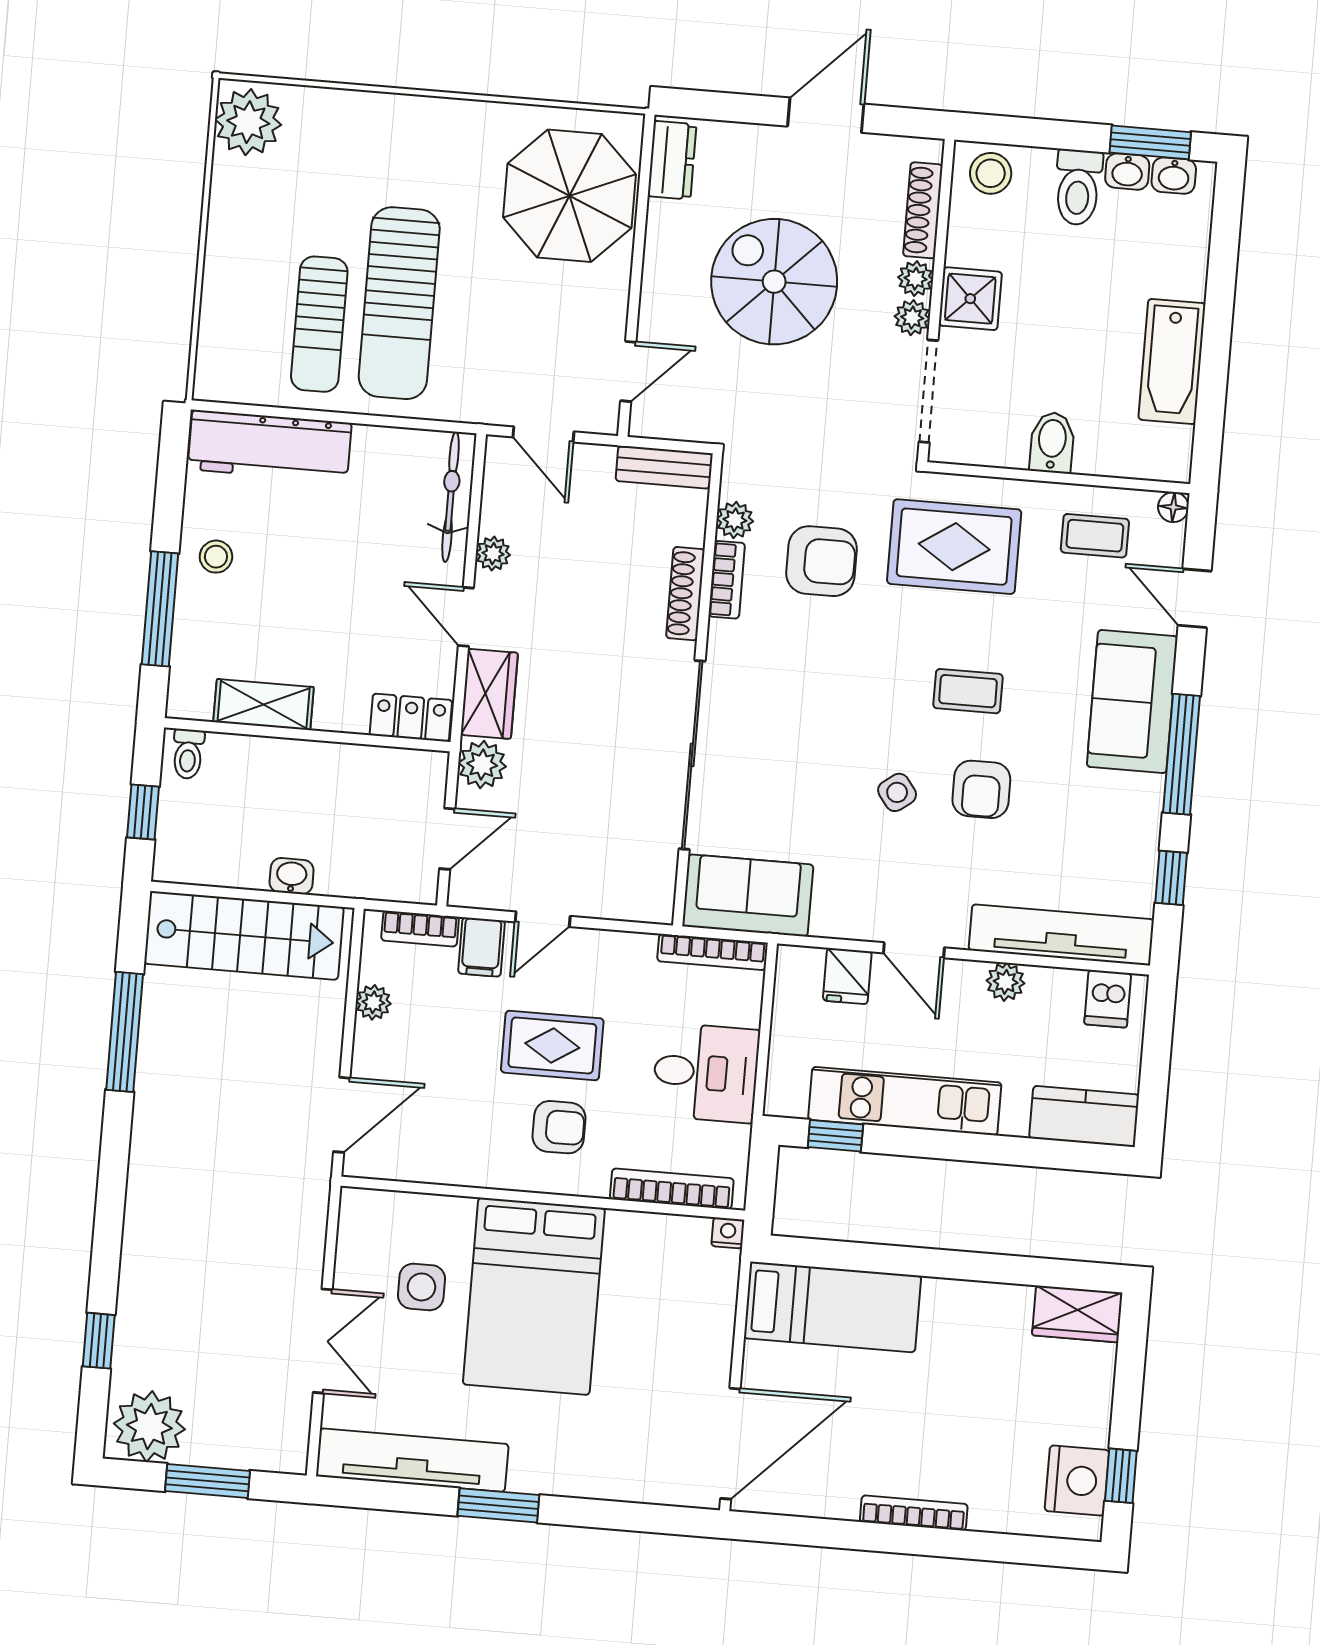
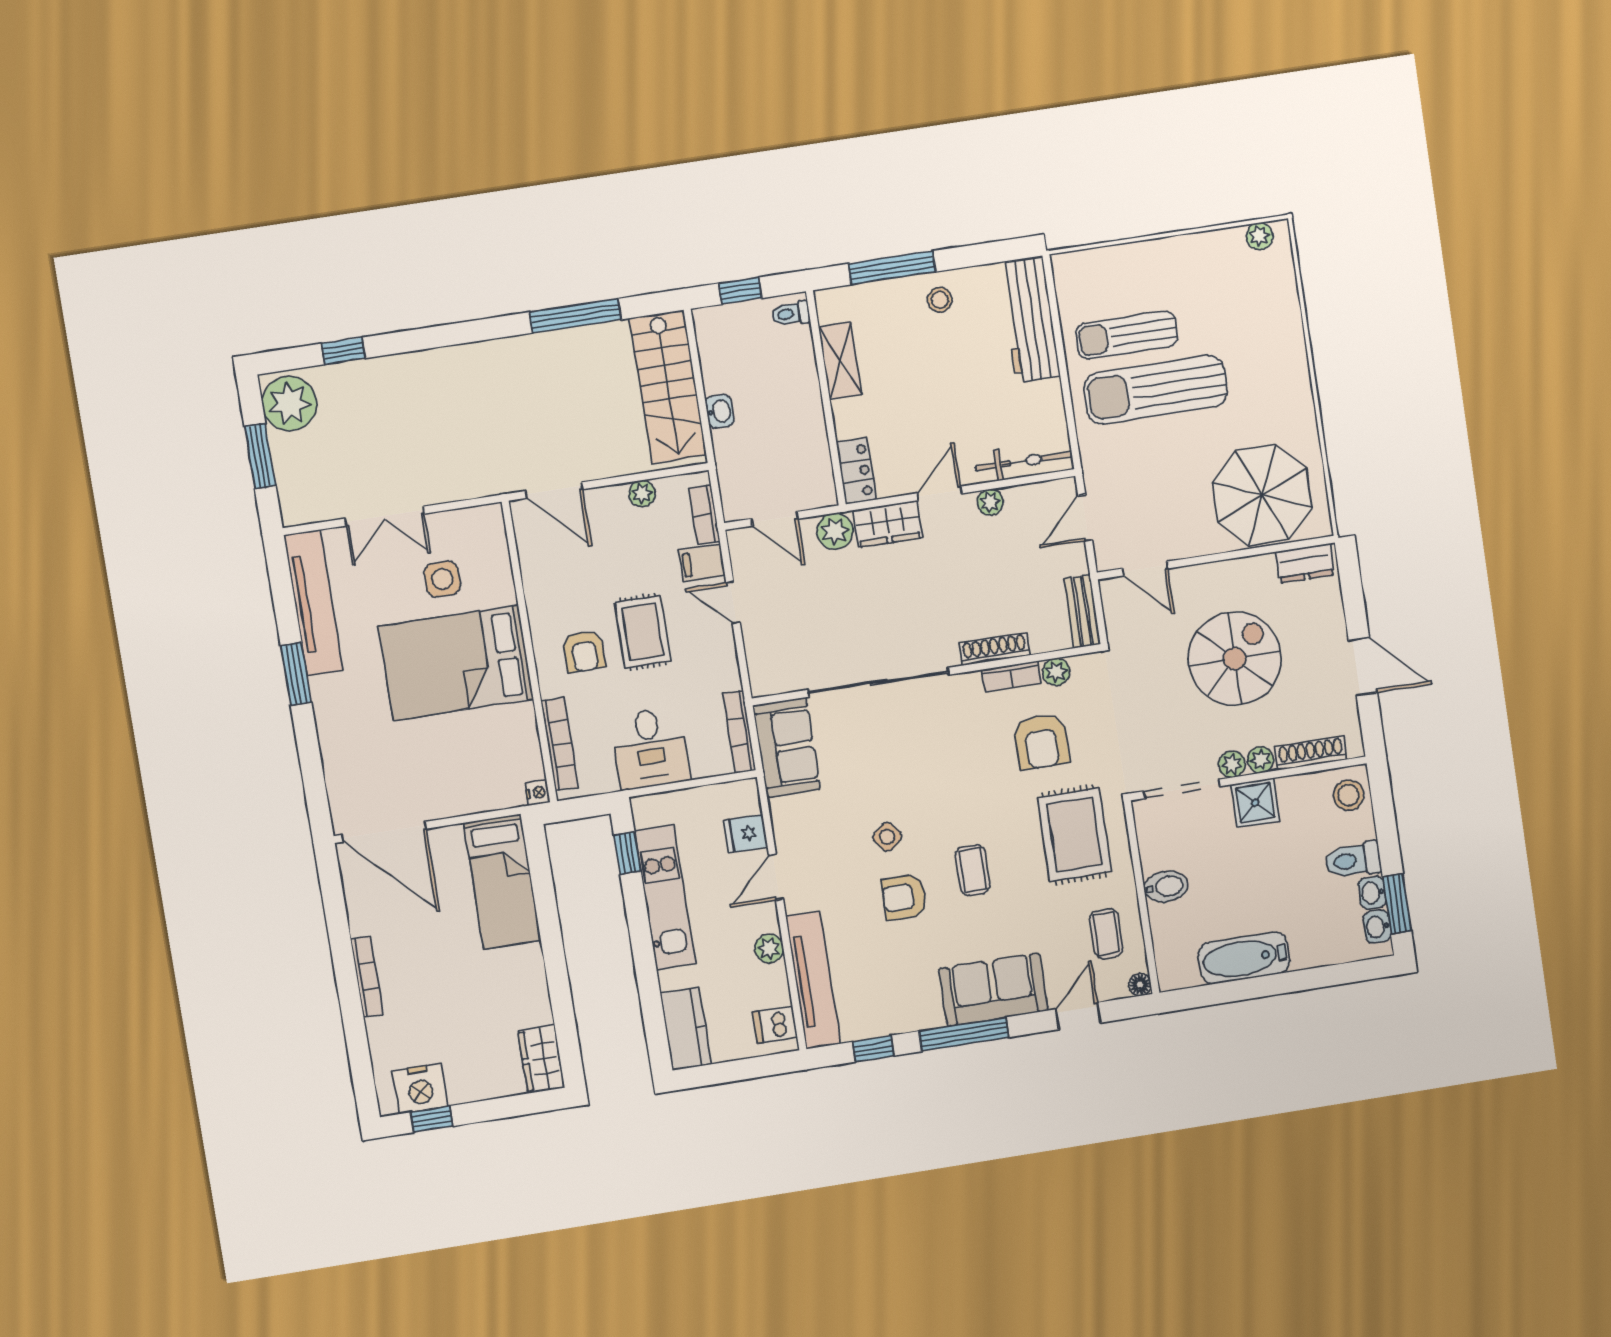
plant: (248, 122) -> (1260, 236), width x0.53, depth x0.53

